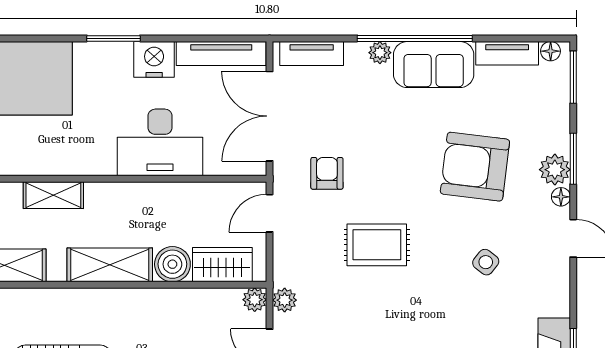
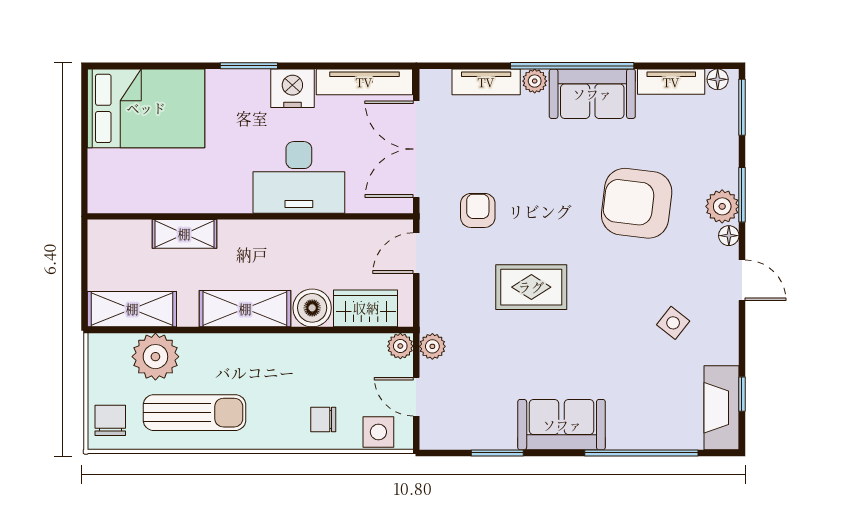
tv unit: (312, 53) -> (486, 82), moved
side table: (486, 262) -> (673, 323), moved
plant: (26, 310) -> (155, 357), added

